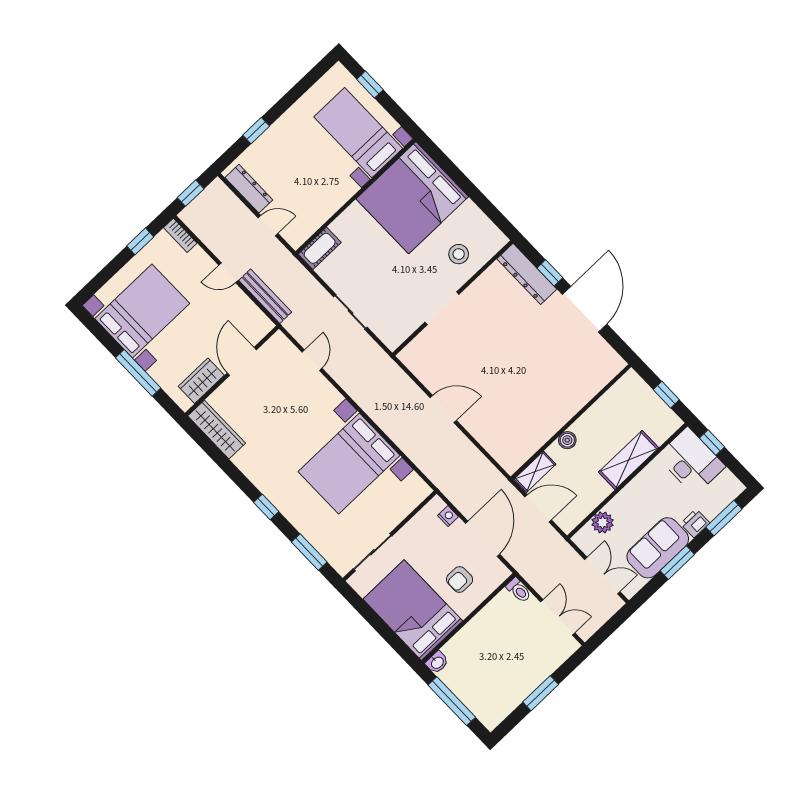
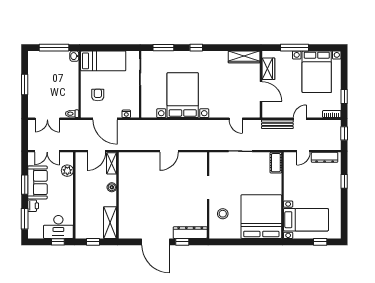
shelving: (629, 460) -> (110, 223), moved
bed: (413, 610) -> (103, 61), width x0.67

